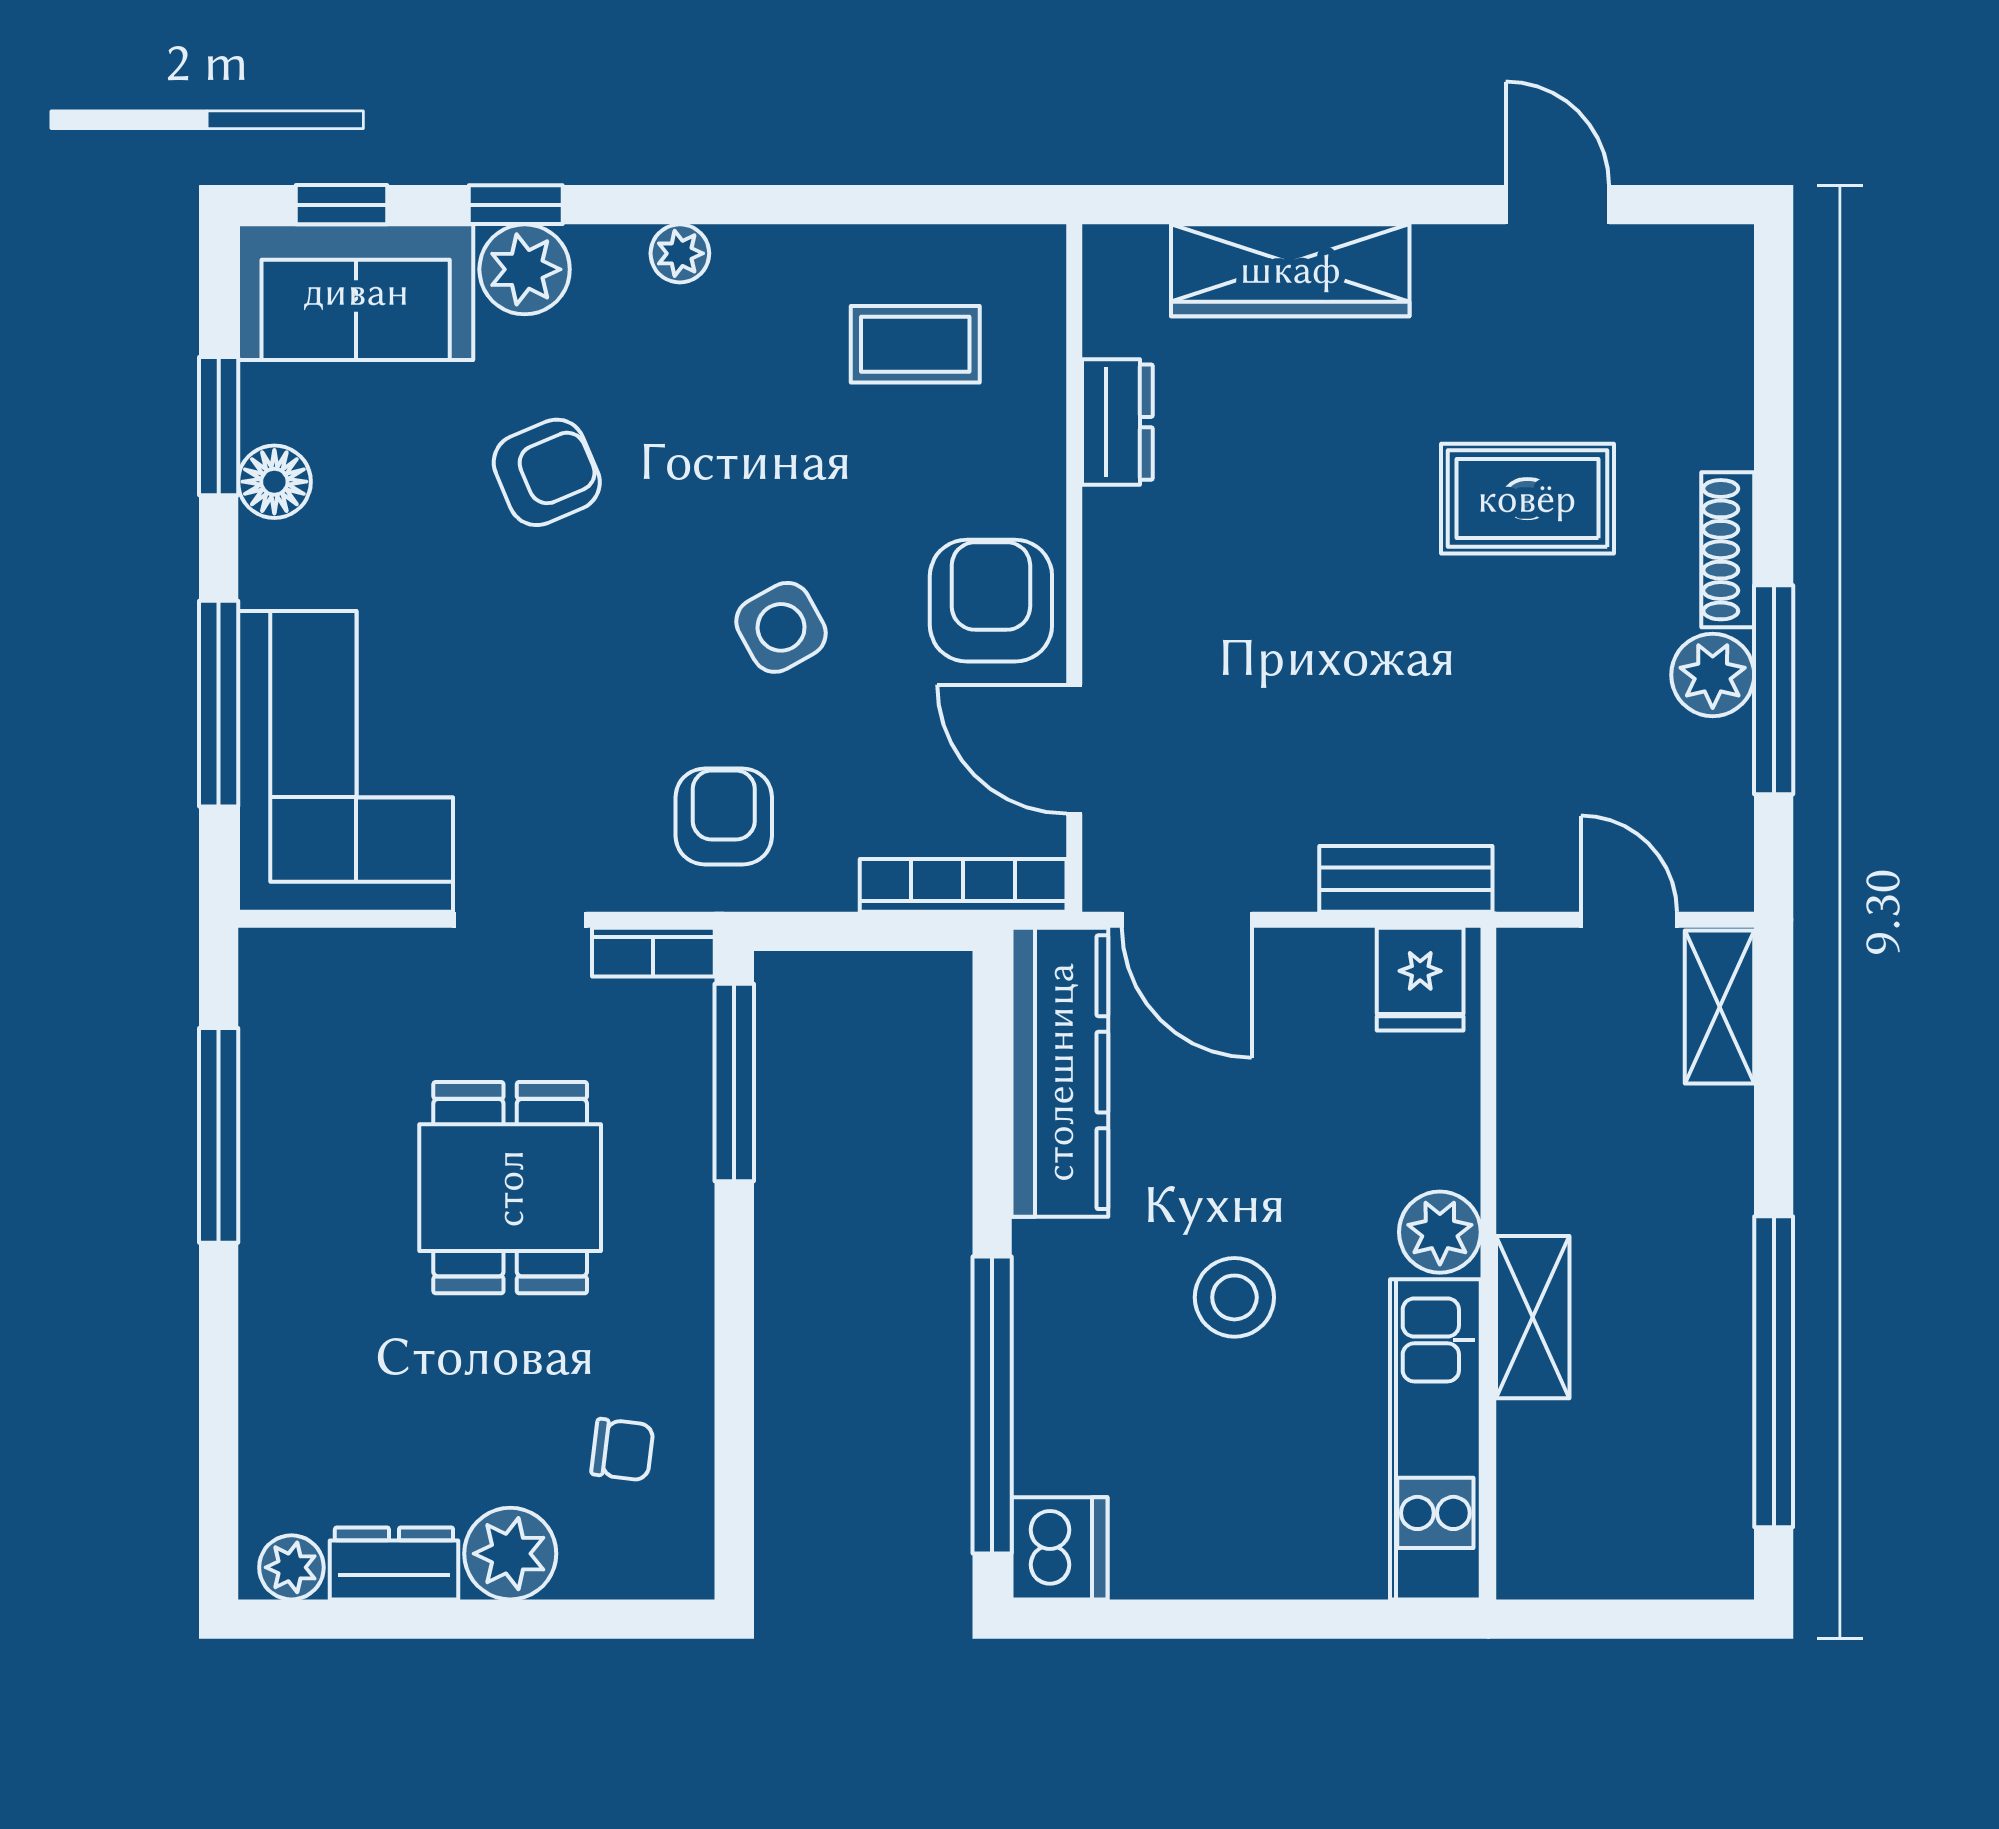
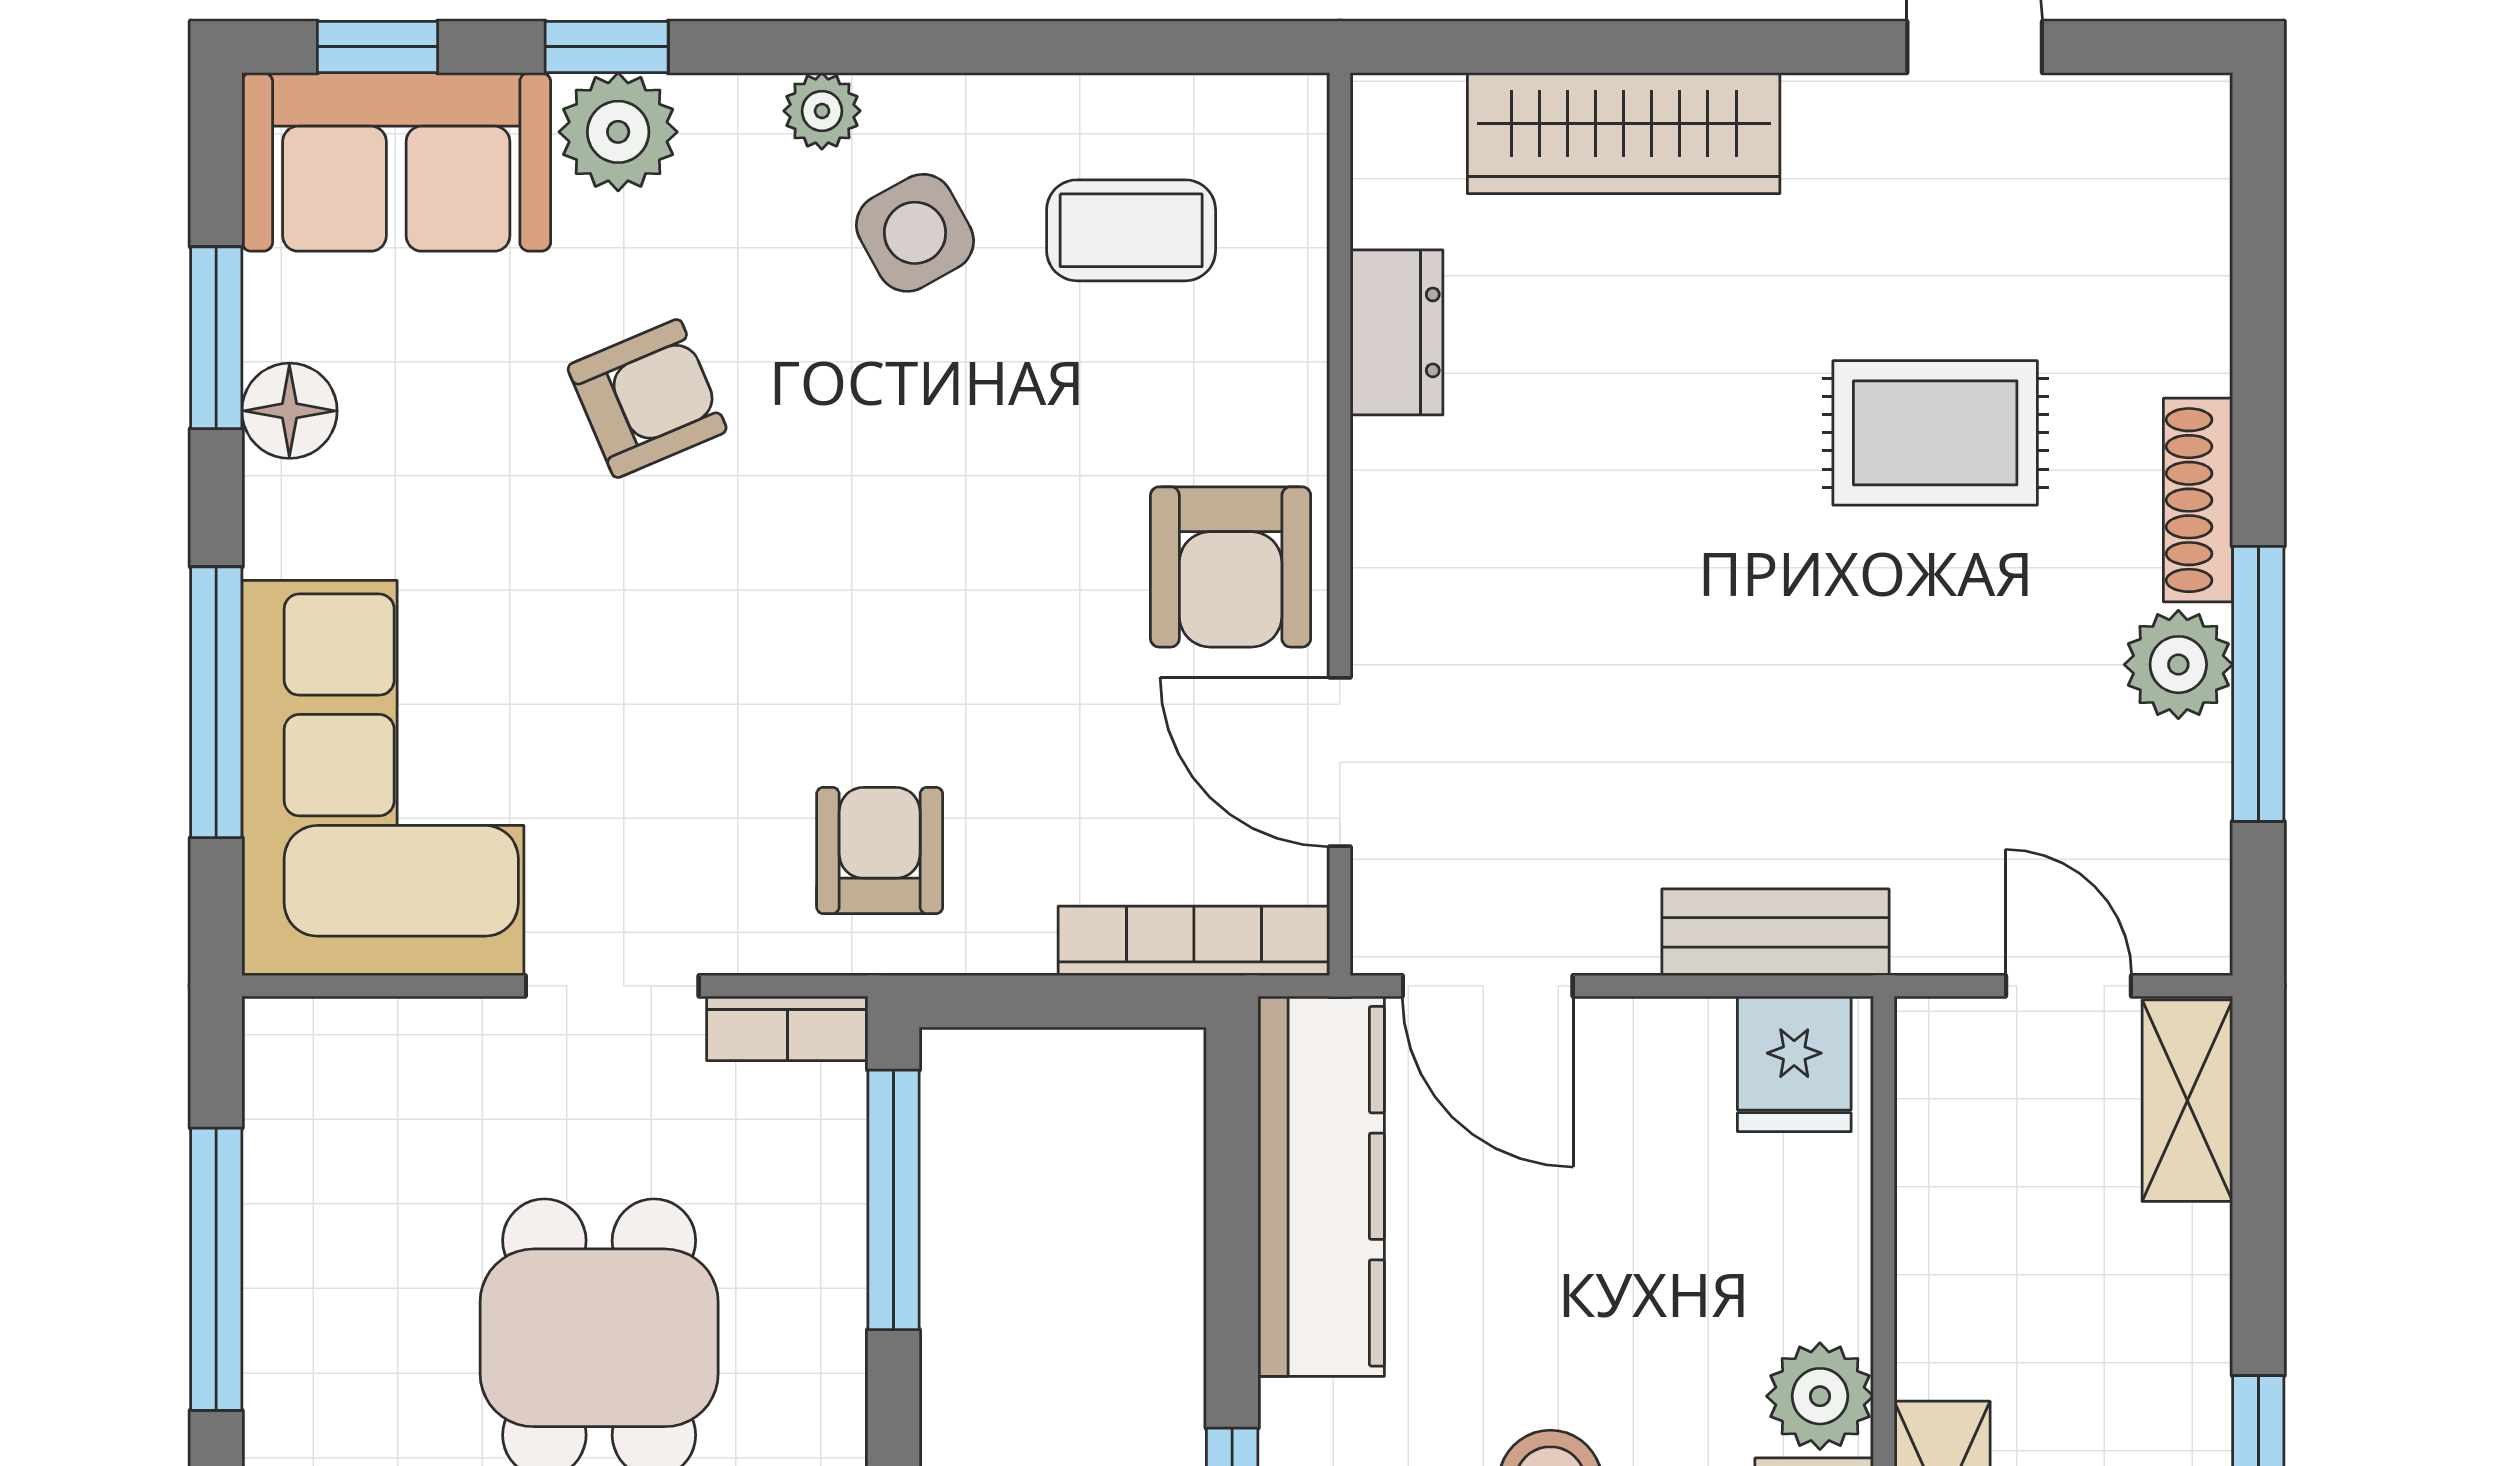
armchair: (991, 601) -> (1231, 567), turned 180
side table: (781, 627) -> (915, 233), moved

